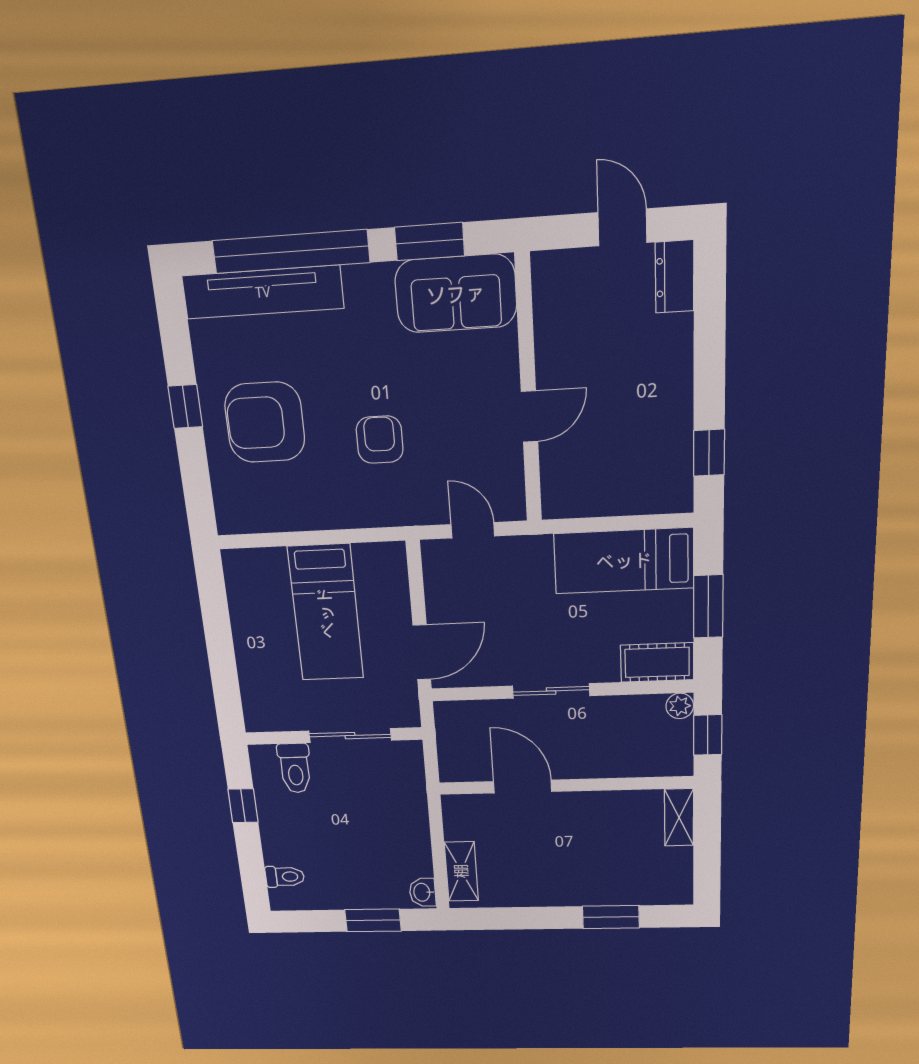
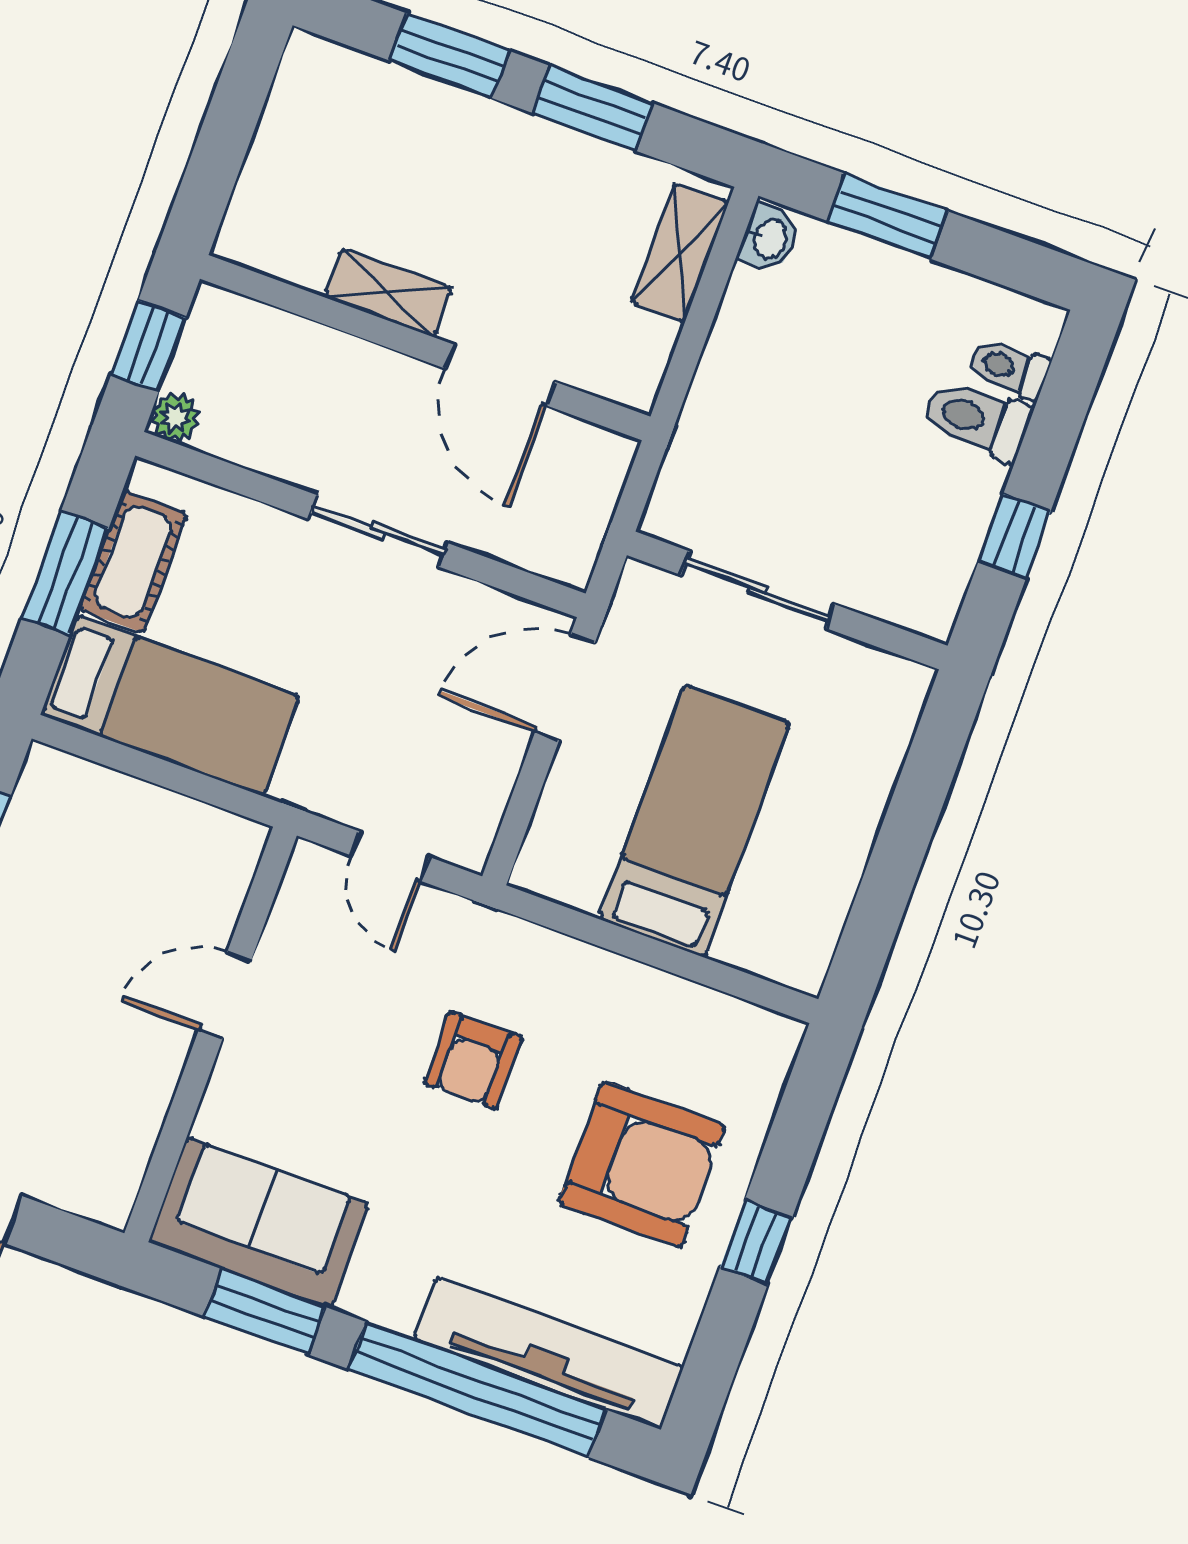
cot: (657, 662) -> (133, 561), moved, turned 90
toilet: (295, 768) -> (977, 419), moved, turned -90
shelving: (679, 817) -> (388, 293), moved, turned 90
window: (532, 918) -> (592, 108), added

